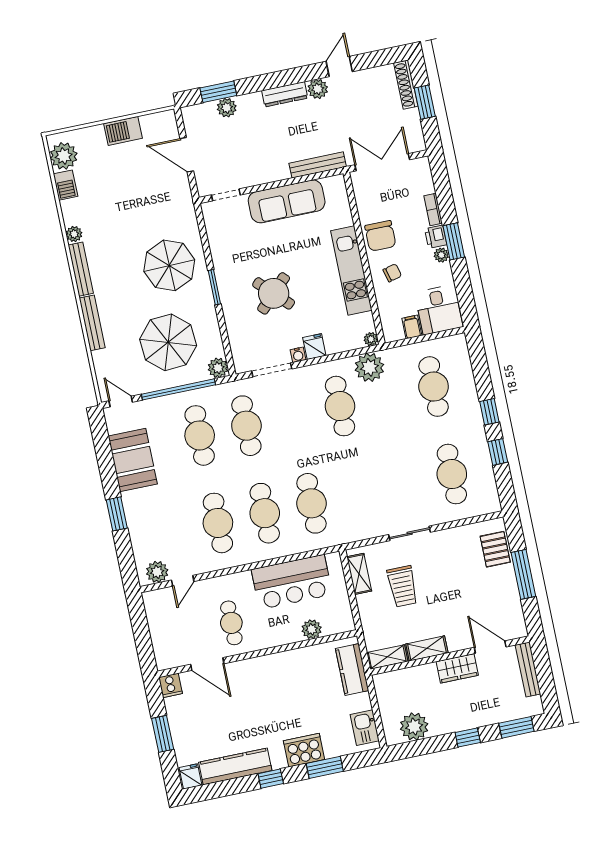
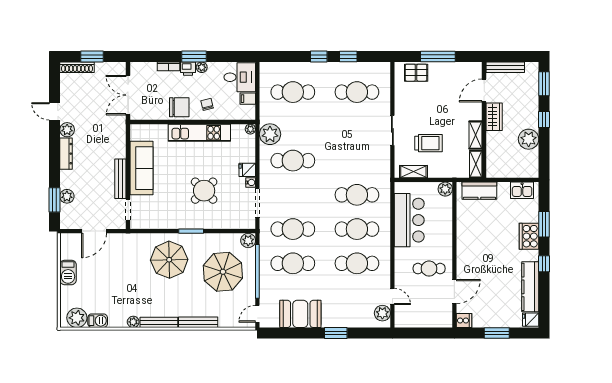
bench: (318, 165) -> (120, 179), moved
plant: (312, 629) -> (445, 189), moved
plant: (414, 727) -> (529, 139), moved

